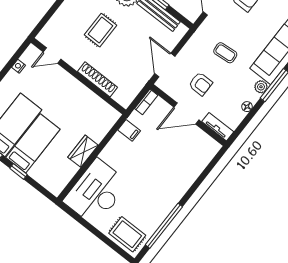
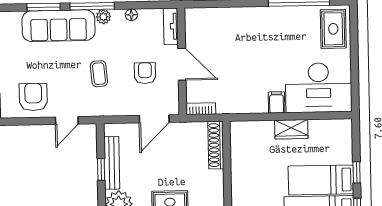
shoe rack: (97, 79) -> (216, 145), moved
filing cabinet: (129, 130) -> (277, 102), moved

